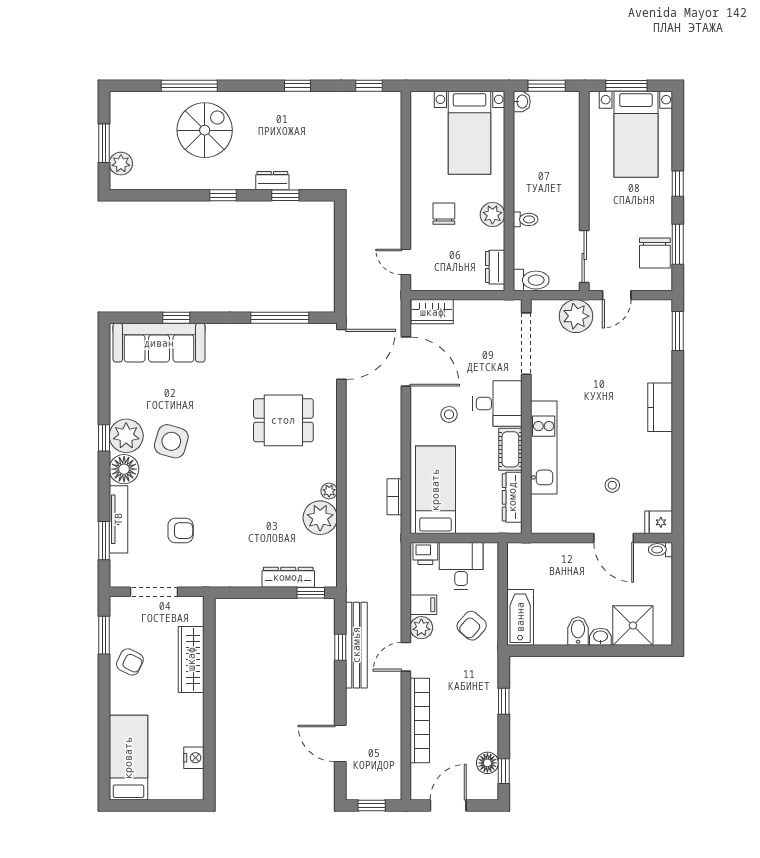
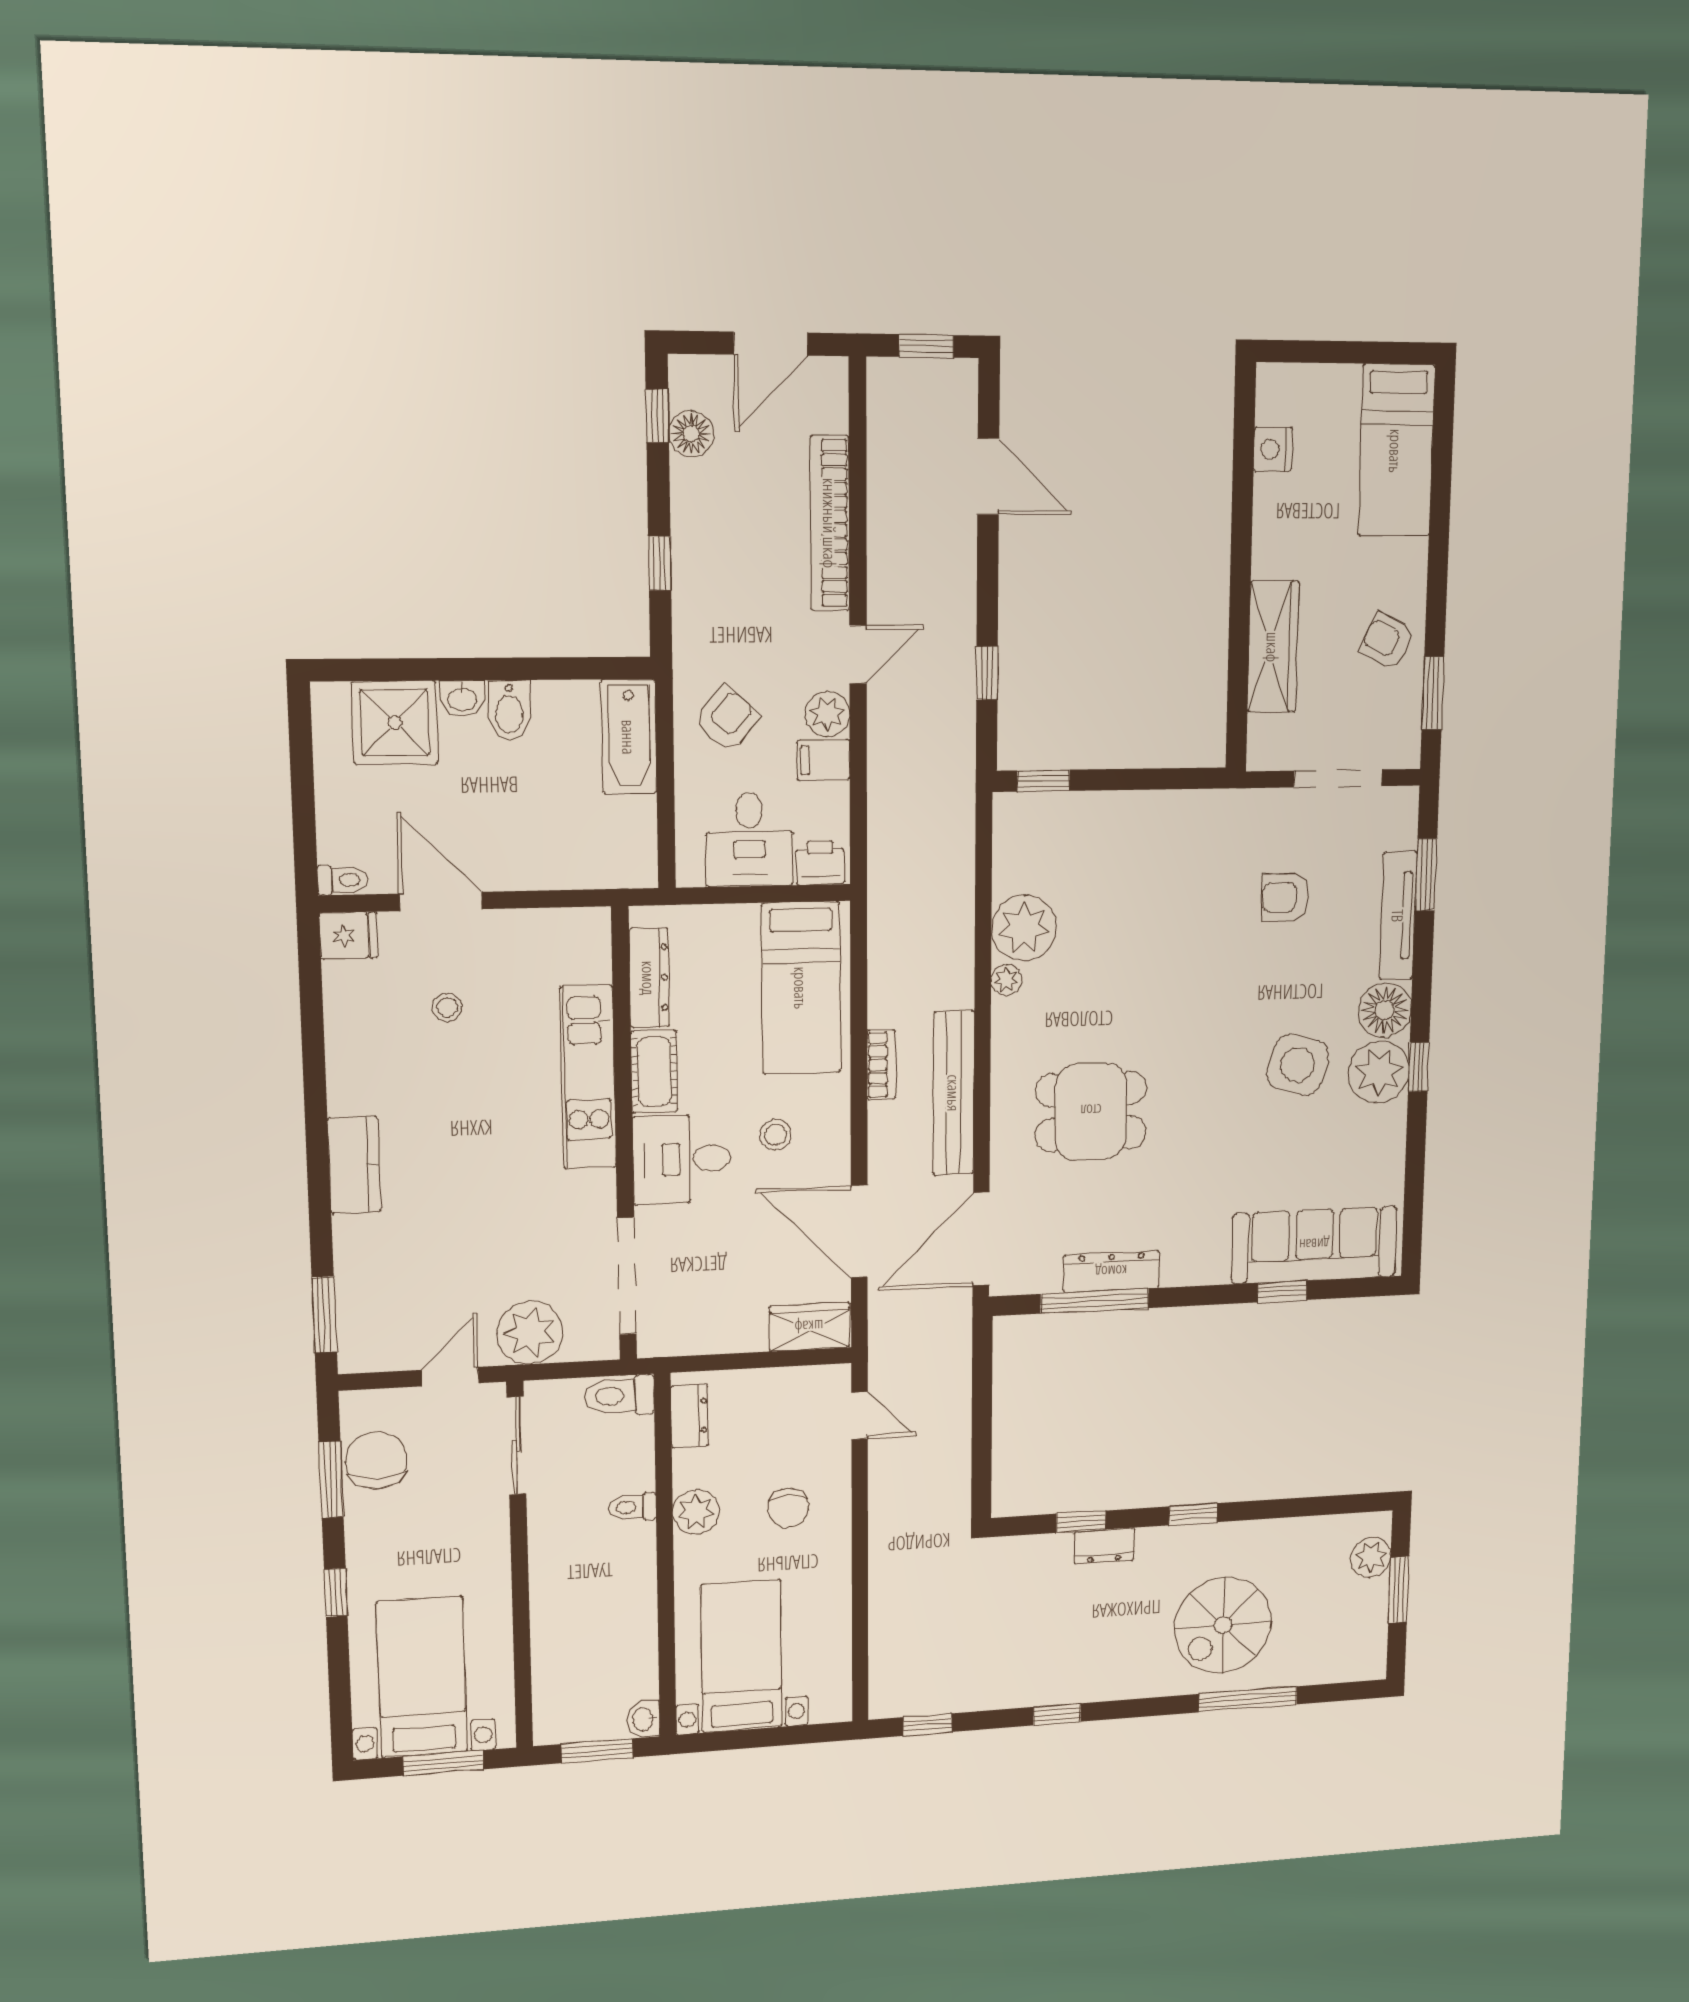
bookcase: (394, 497) -> (881, 1065), moved
dresser: (288, 577) -> (1111, 1272), moved, turned 180
bench: (356, 645) -> (954, 1093), moved

